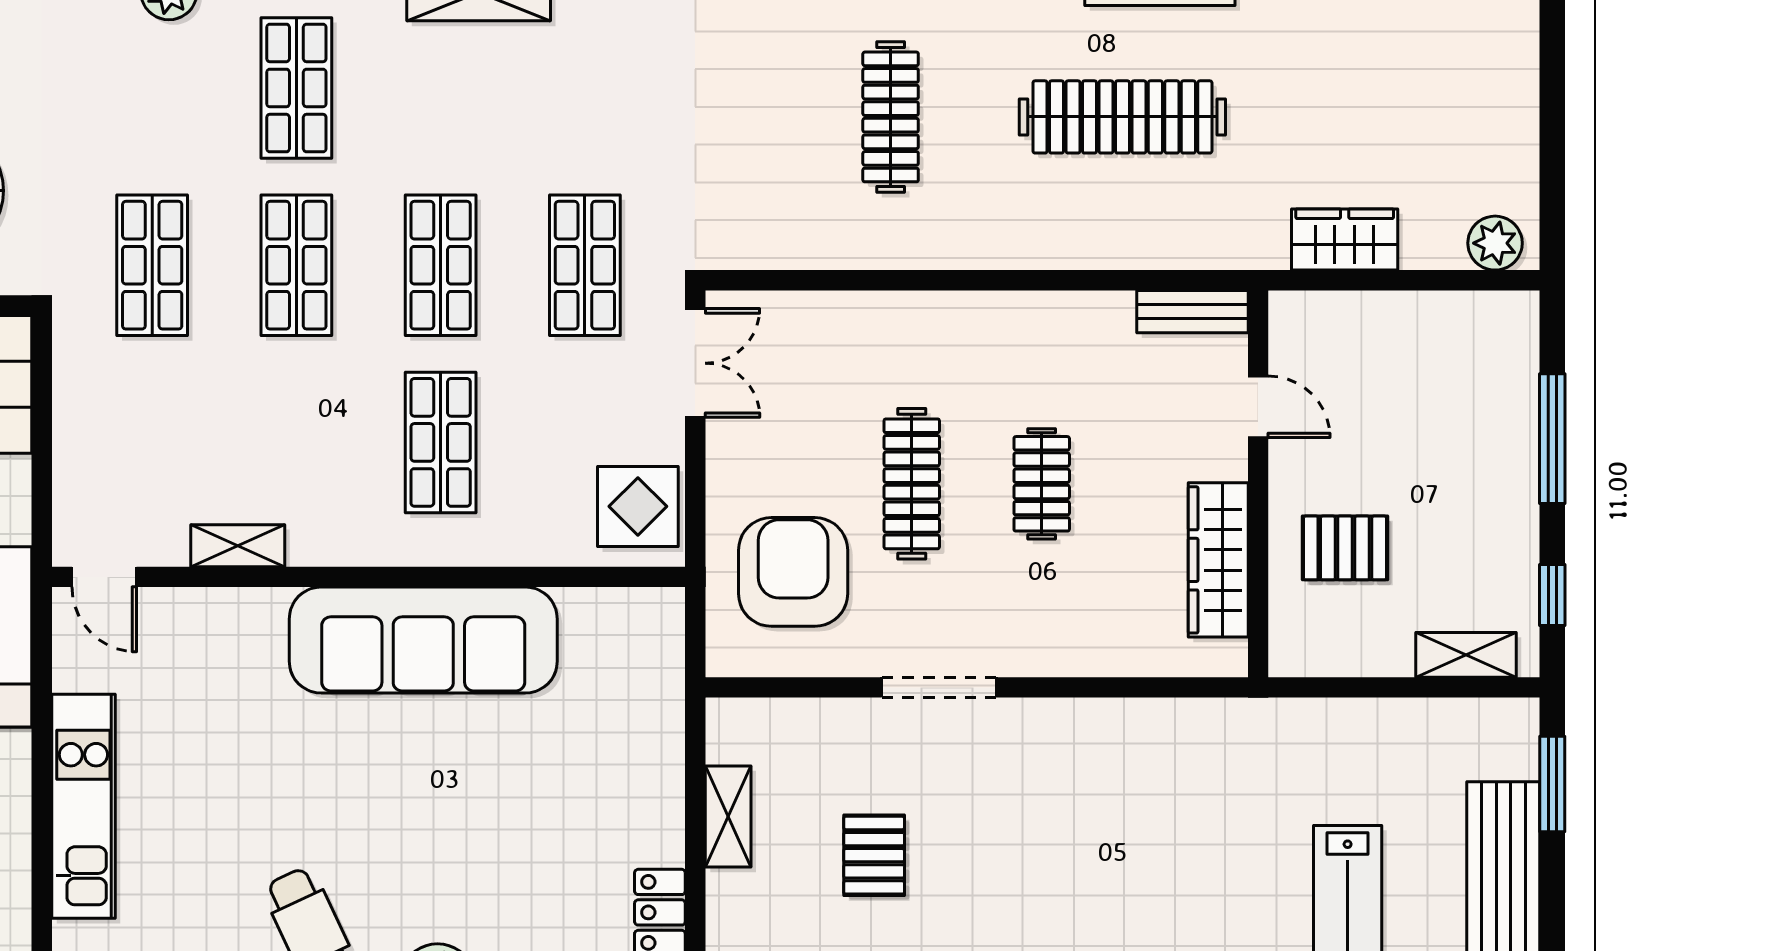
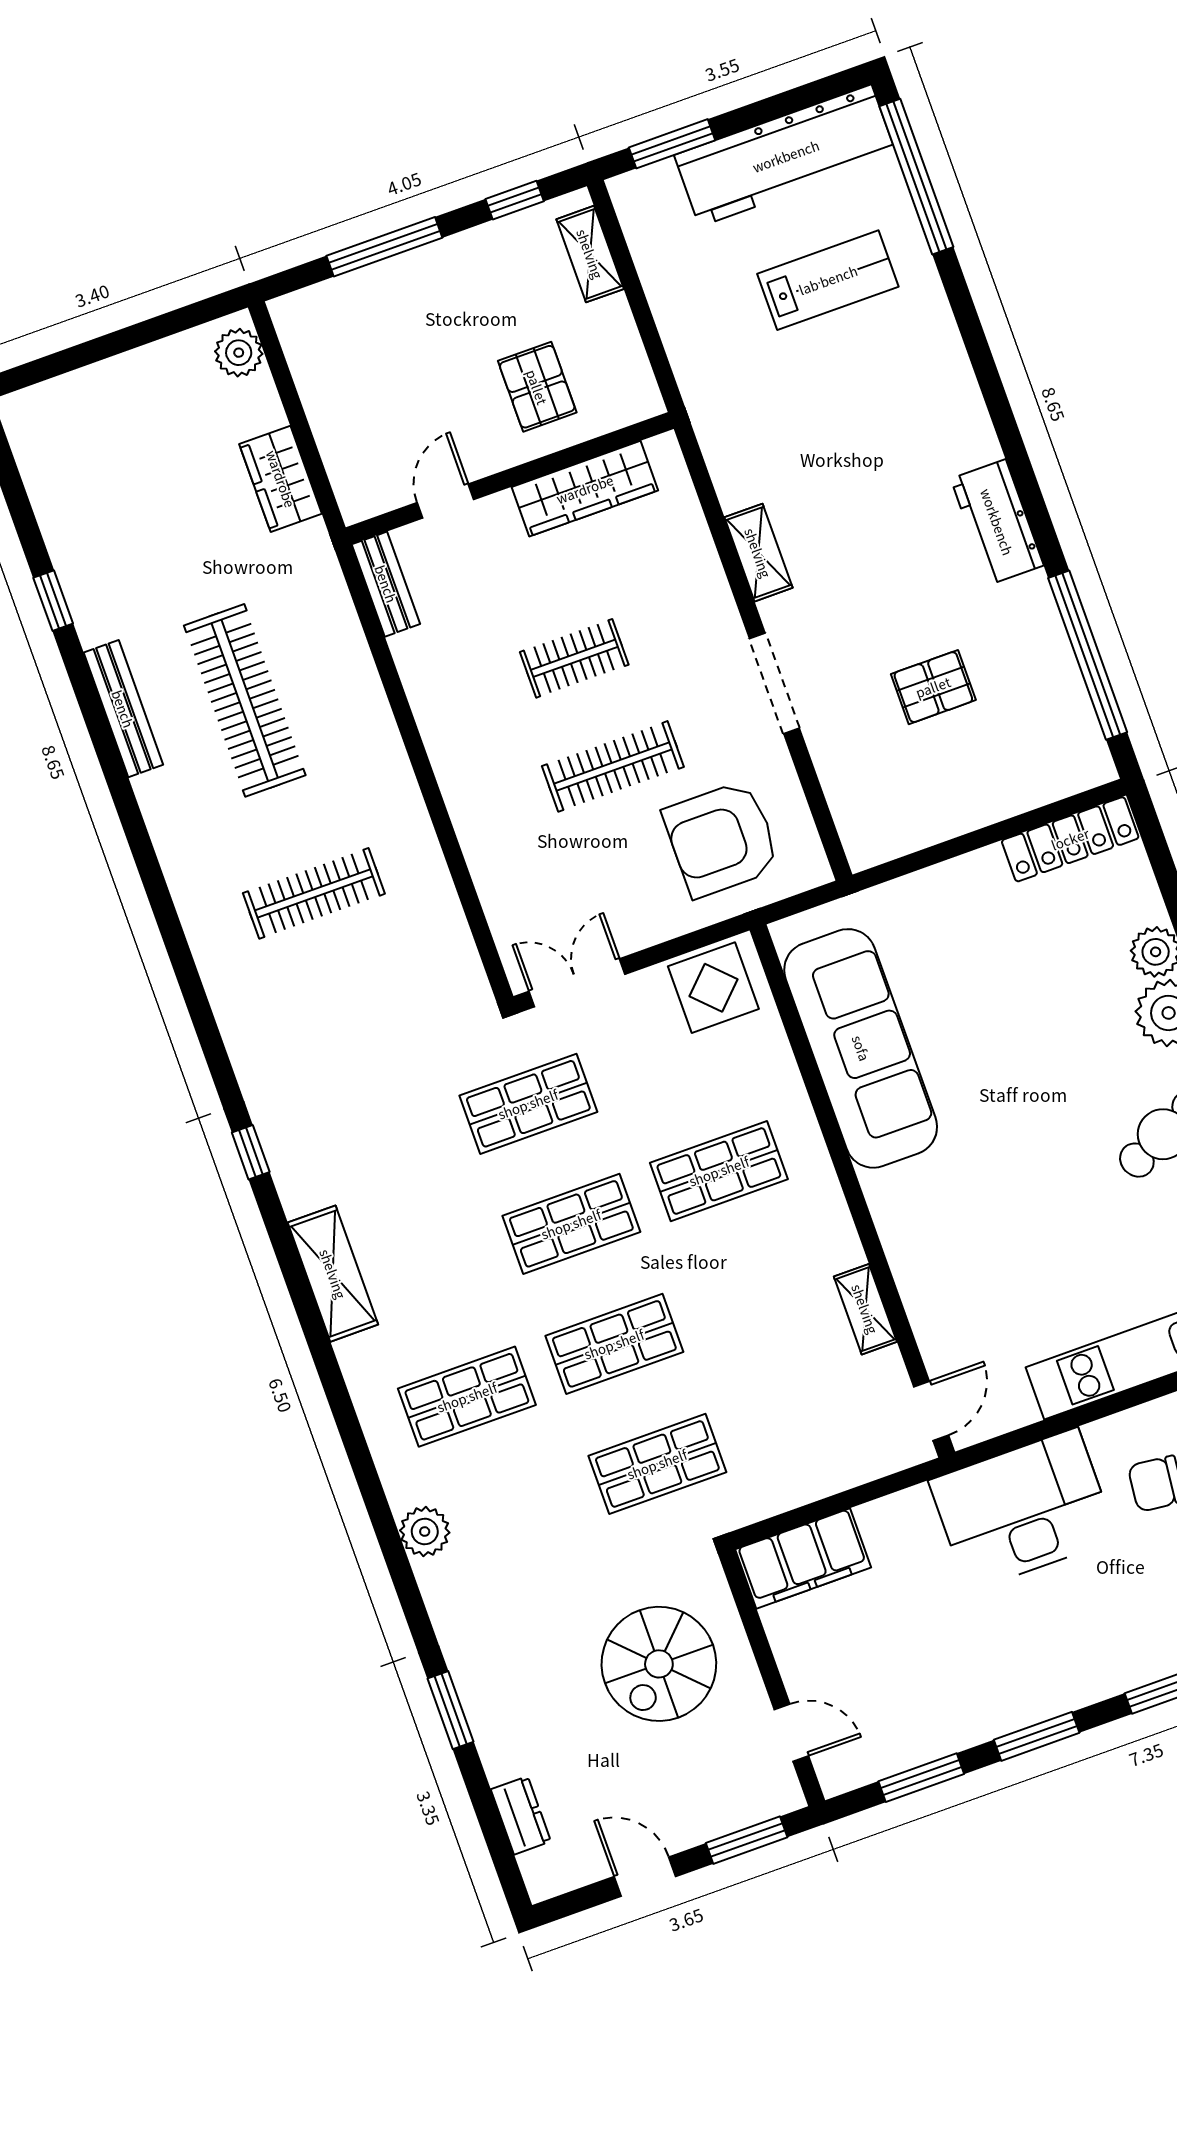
sofa: (423, 640) -> (861, 1048), moved
shelving: (728, 816) -> (758, 553), moved, turned 90

